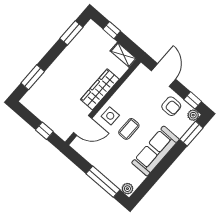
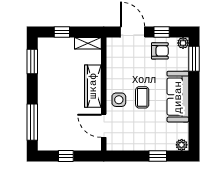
window: (33, 77) -> (32, 122), width x1.44
window: (193, 100) -> (162, 32), moved
door: (83, 125) -> (104, 126), swing flipped
window: (44, 131) -> (66, 156), moved
window: (103, 182) -> (158, 156), width x0.46

